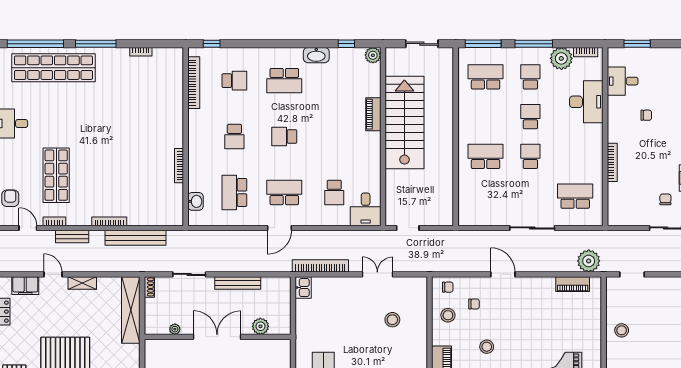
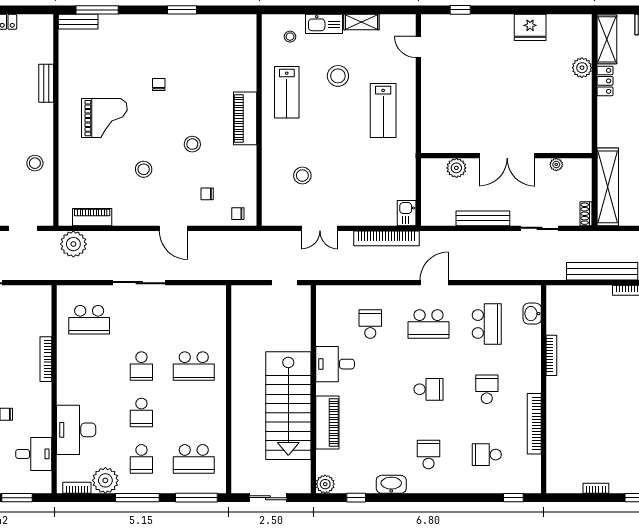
school desk: (284, 81) -> (429, 455), width x0.54
bookcase: (194, 83) -> (534, 424), moved
piano: (373, 114) -> (327, 422), width x1.37, depth x1.33
desk: (366, 209) -> (335, 364), moved, turned -90
stool: (448, 315) -> (144, 169), moved

